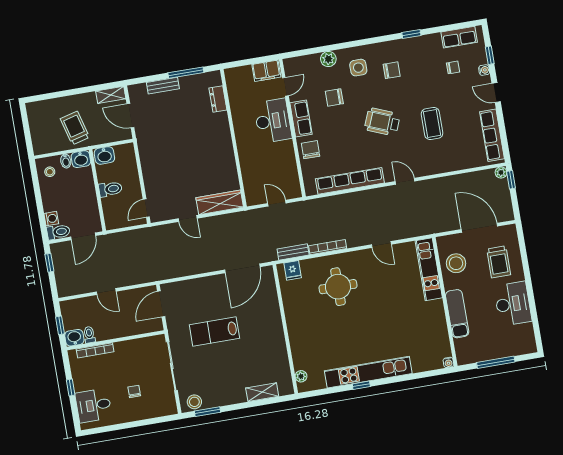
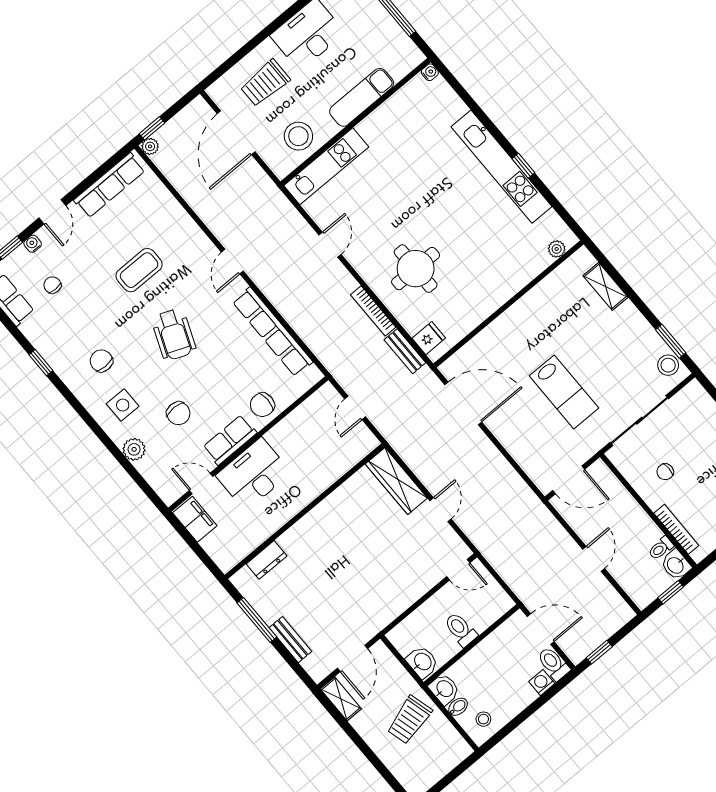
trolley: (499, 262) -> (265, 83), turned 180
chair: (134, 391) -> (665, 472), moved

